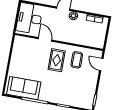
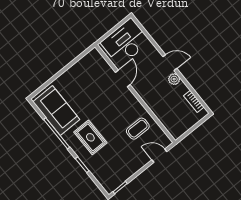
rug: (57, 60) -> (90, 137), moved, turned 90
door: (101, 65) -> (159, 156), hinge flipped

